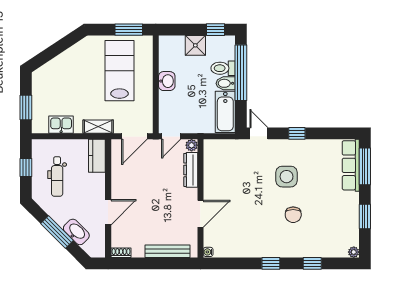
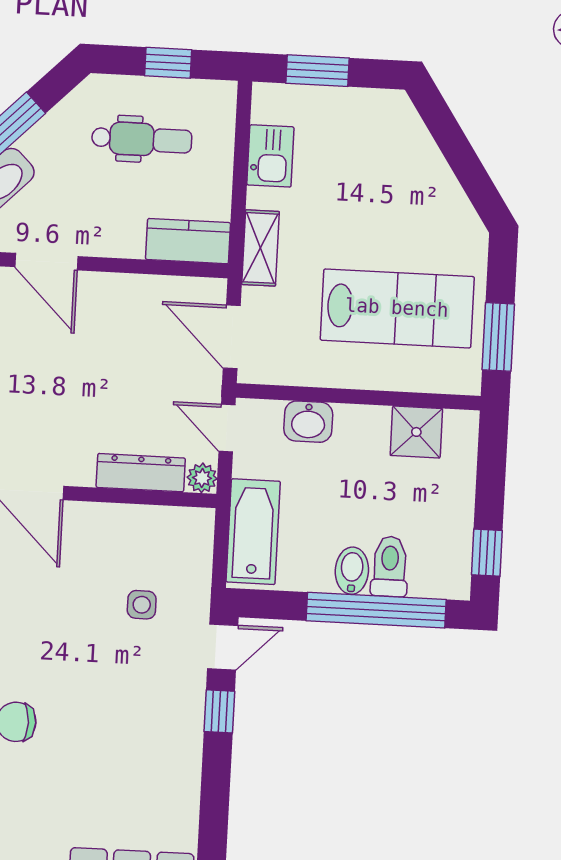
shower: (195, 45) -> (416, 432), moved
washbasin: (167, 81) -> (308, 422), moved
bathtub: (225, 112) -> (253, 532), moved, turned 90
window: (297, 133) -> (219, 711), moved
dental chair: (57, 177) -> (142, 139), turned 180
side table: (287, 177) -> (142, 605), moved, width x0.54, depth x0.54

